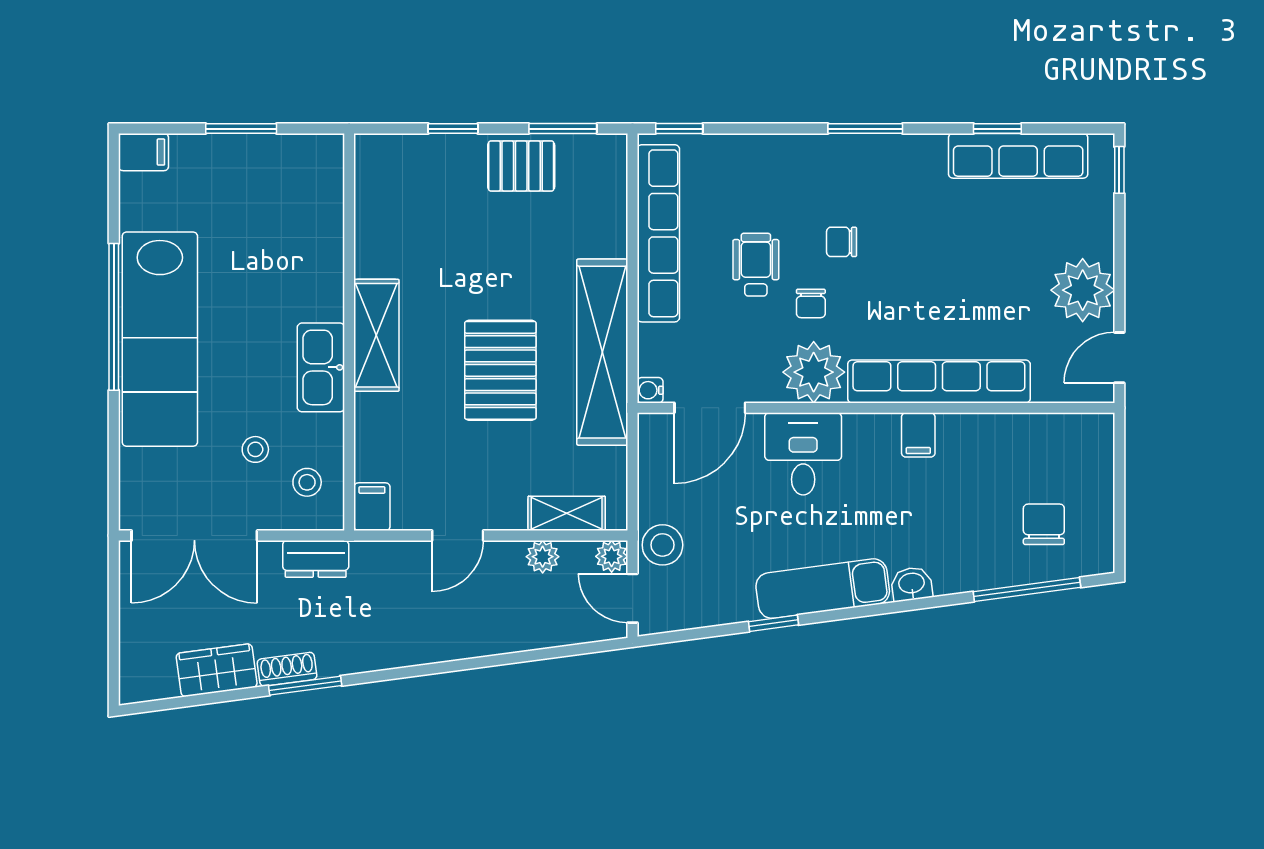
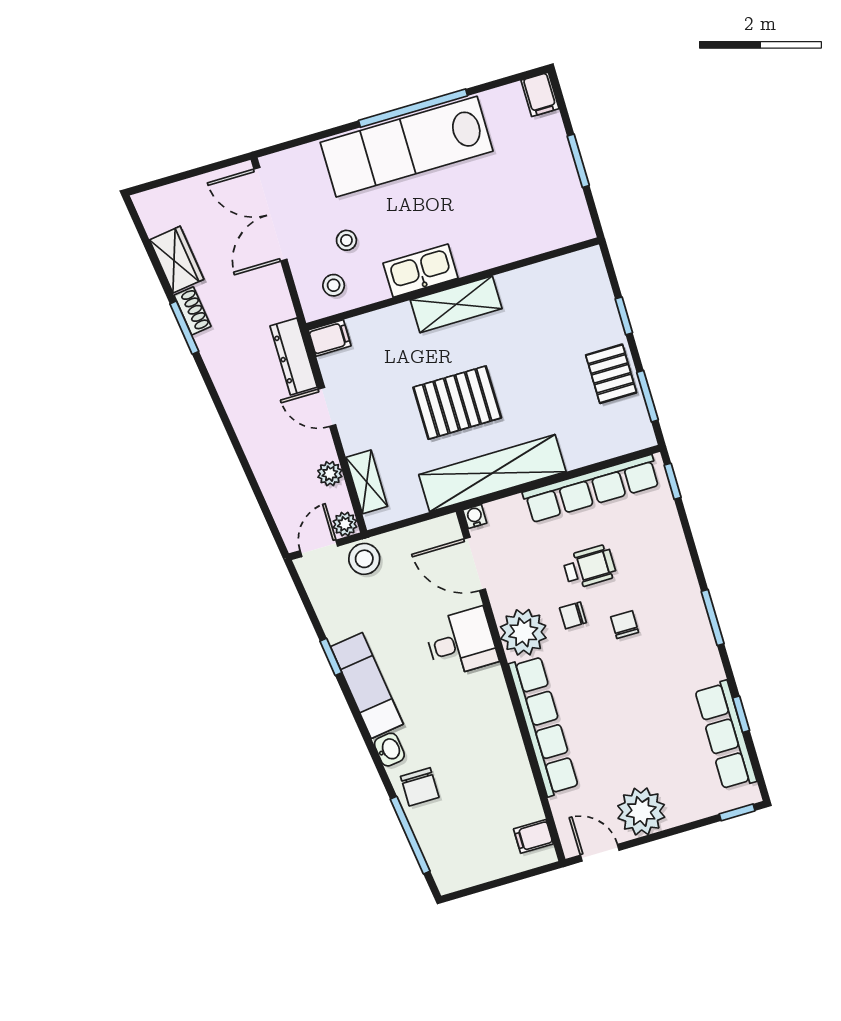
filing cabinet: (918, 435) -> (533, 836), moved
chair: (1044, 524) -> (420, 787), moved, turned 90
dresser: (316, 559) -> (294, 356), moved, width x1.44

